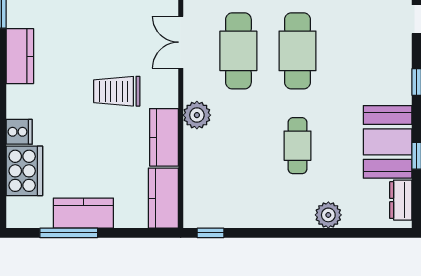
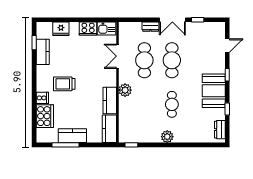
kitchen counter: (20, 56) -> (43, 52), moved
trolley: (117, 91) -> (64, 84), moved
booth: (388, 142) -> (214, 91), moved
plant: (328, 215) -> (167, 137), moved

